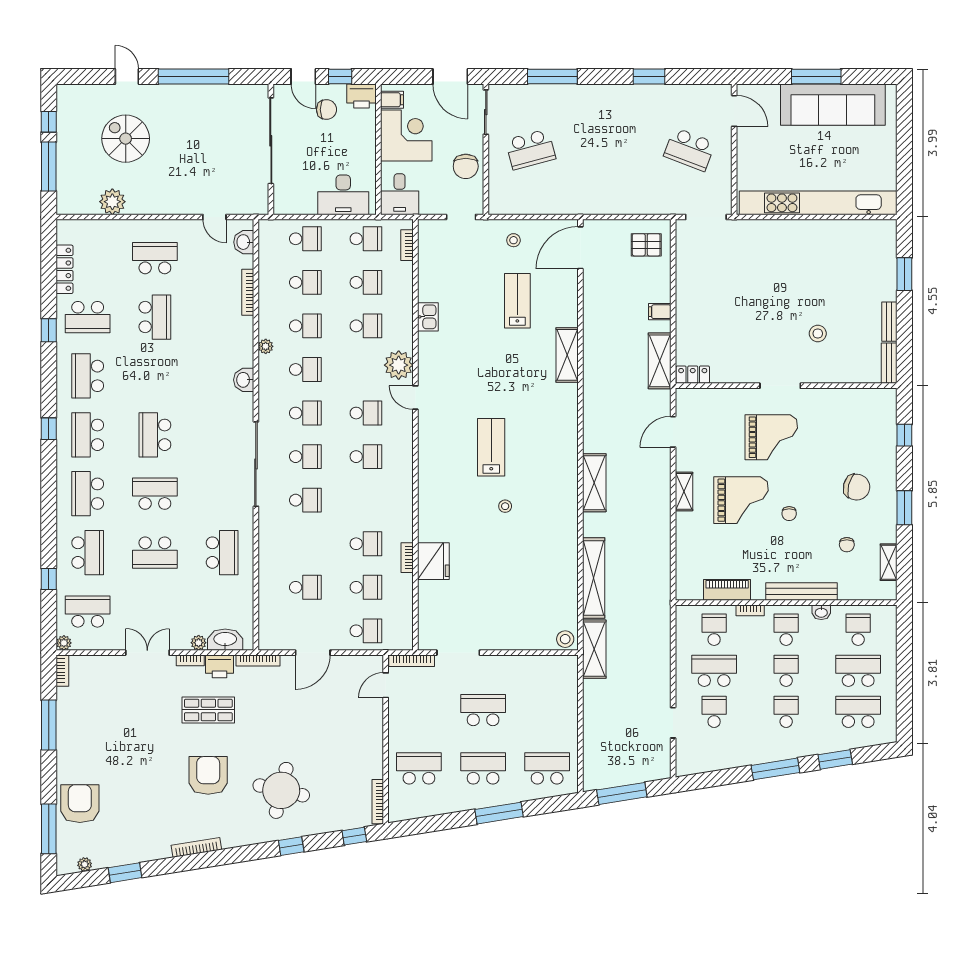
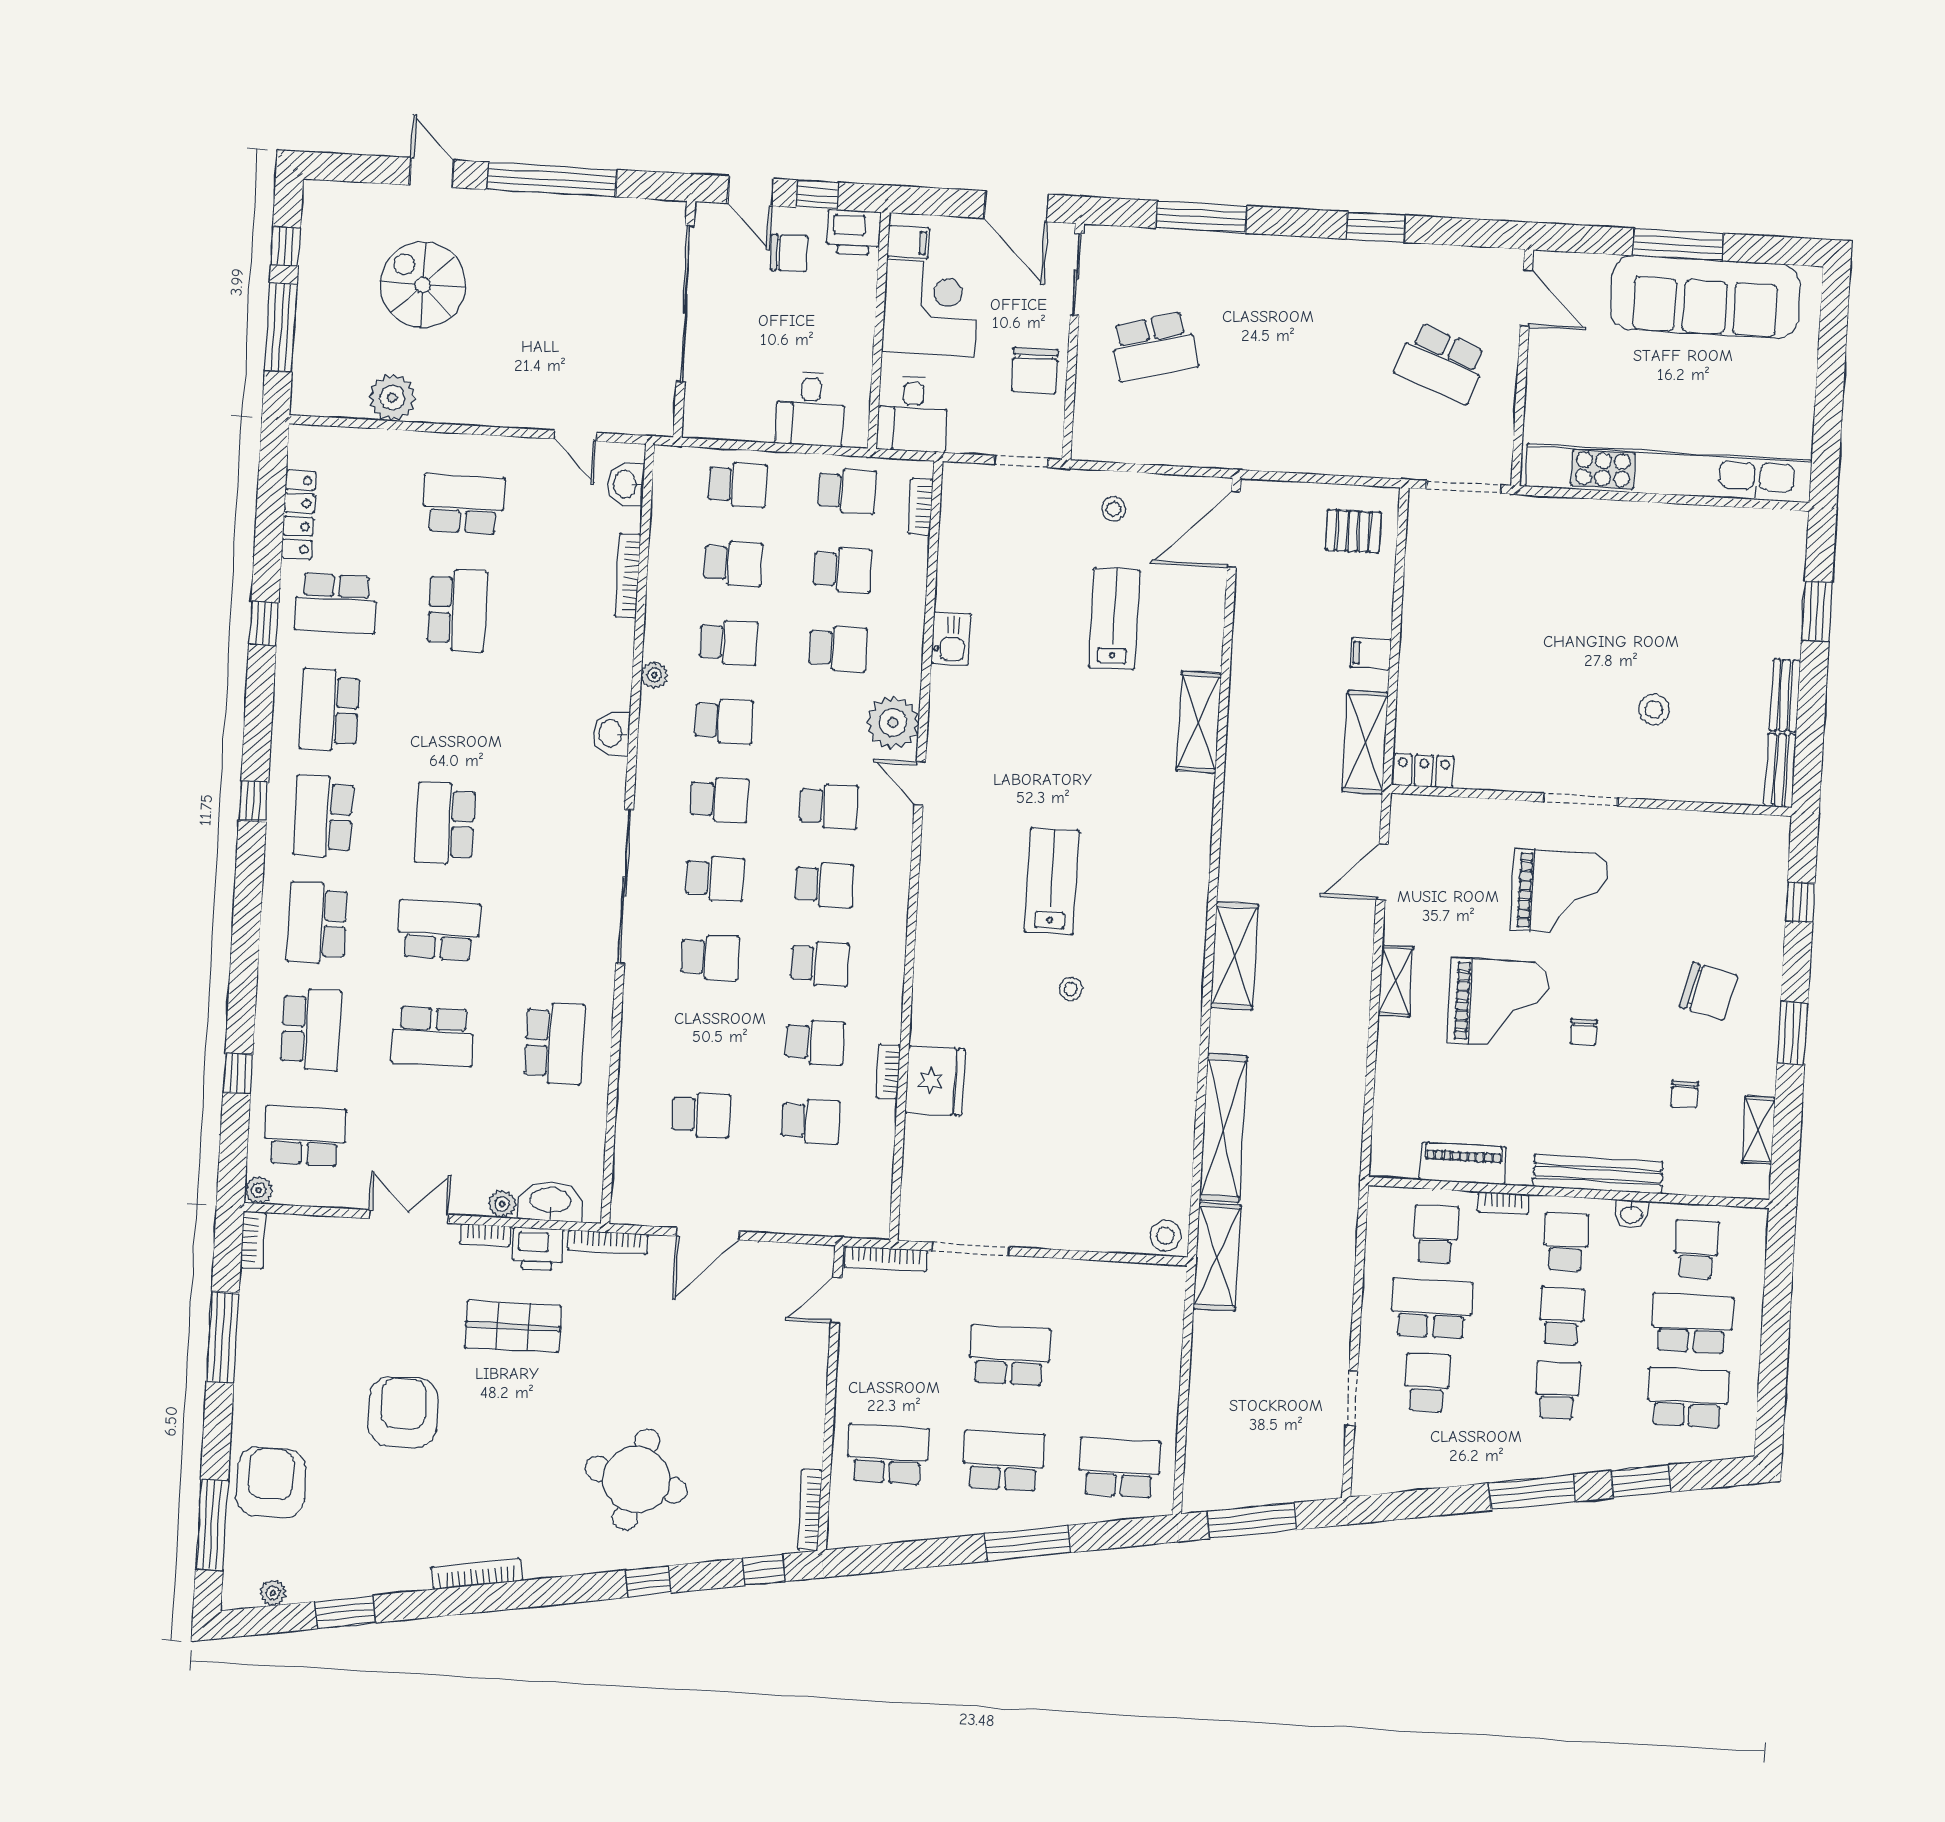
desk: (343, 195) -> (810, 409), width x0.73
school desk: (366, 631) -> (820, 964), moved
armchair: (208, 775) -> (403, 1412), moved

